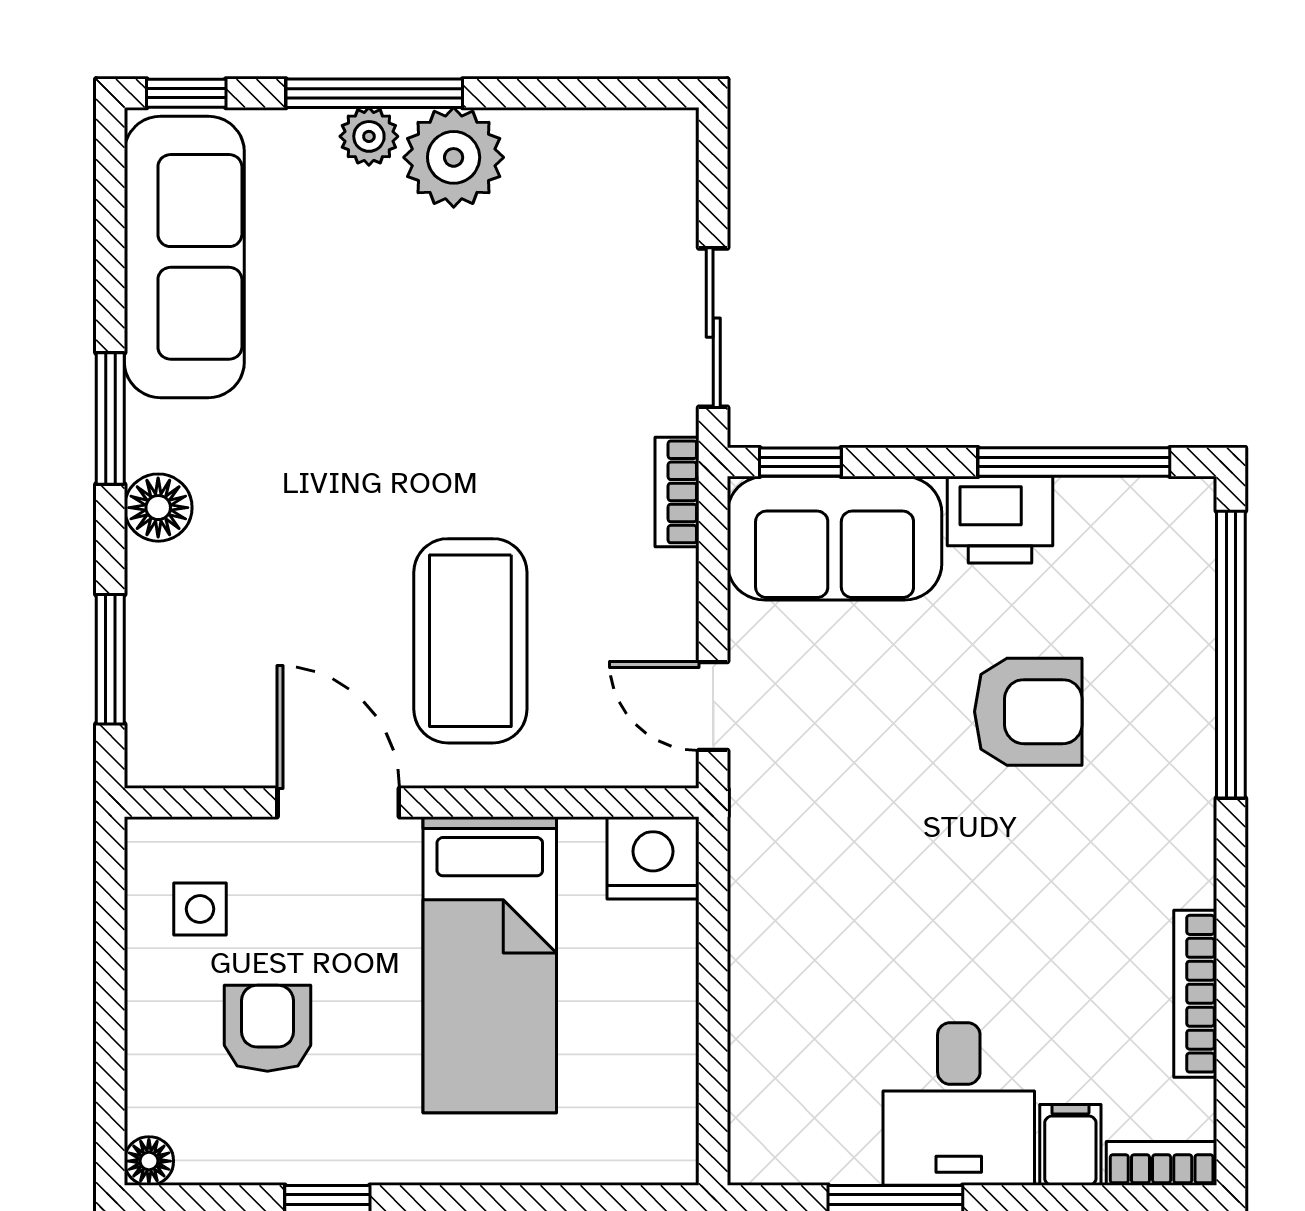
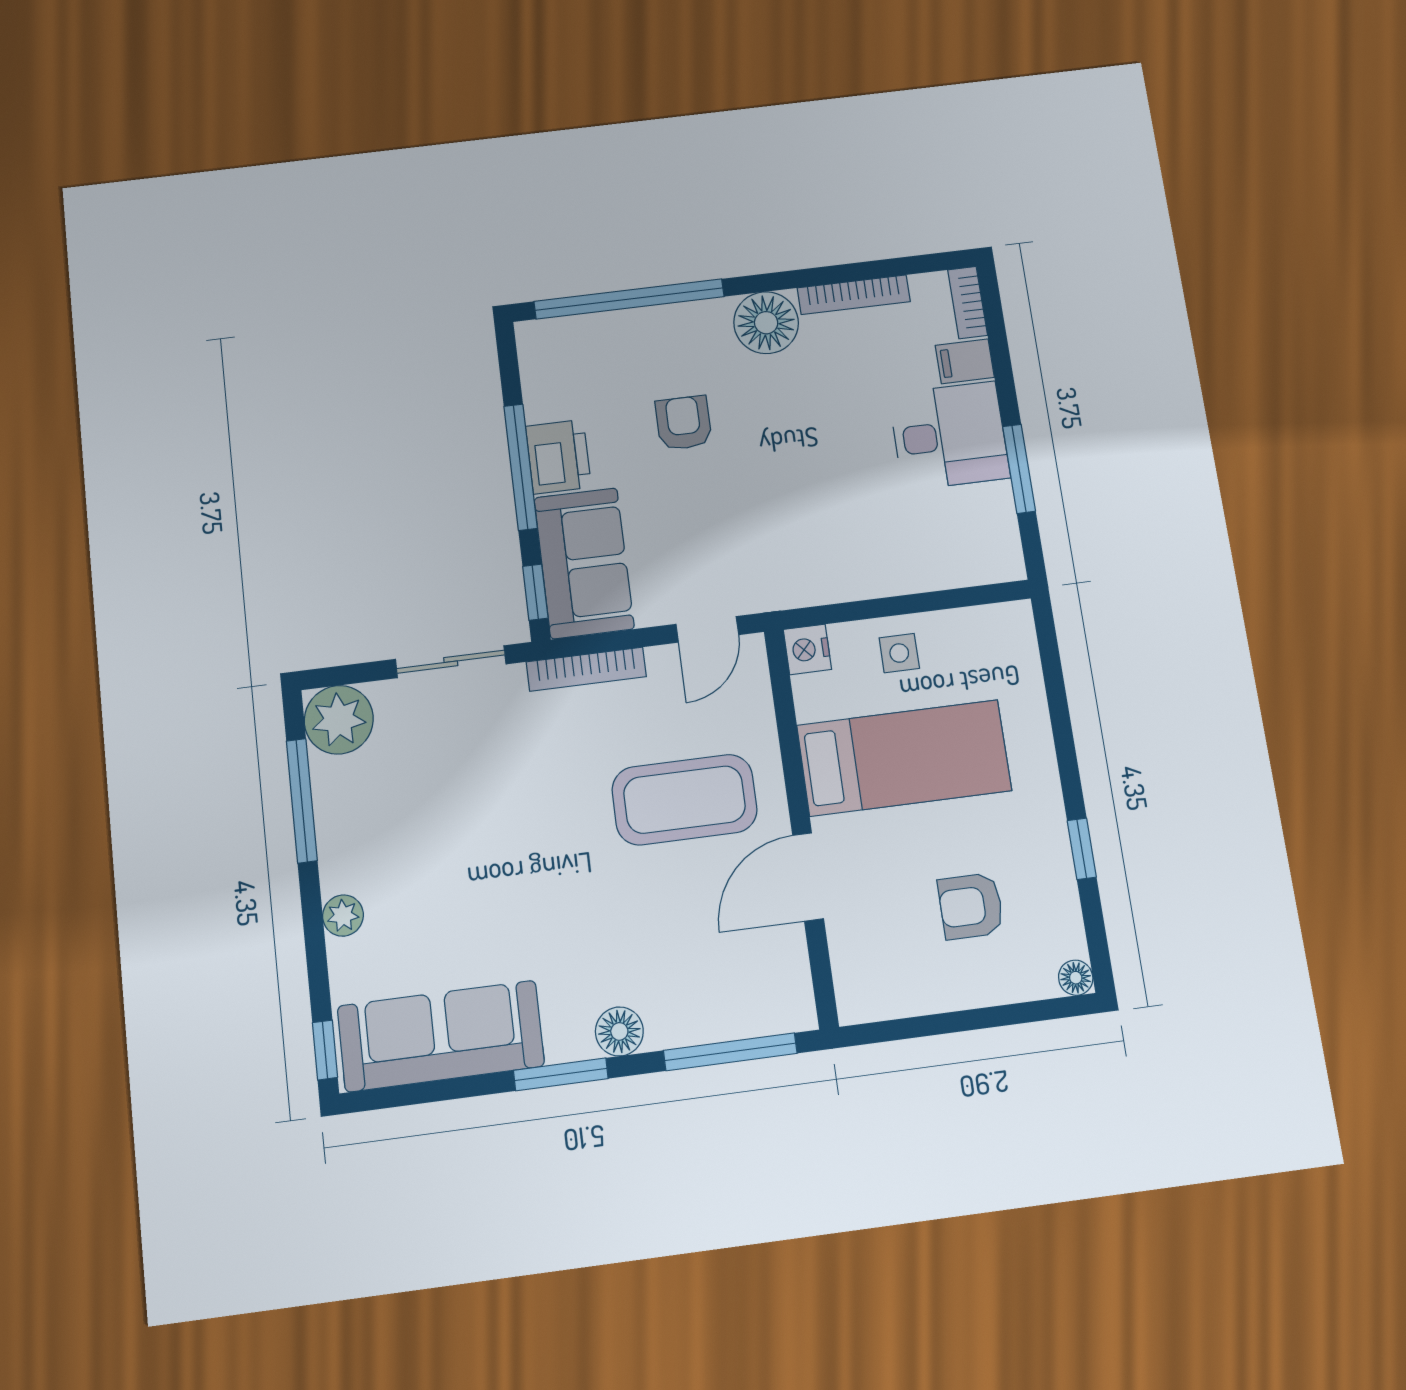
window: (374, 93) -> (302, 801), moved
plant: (454, 157) -> (339, 720), moved
window: (1074, 462) -> (521, 467), moved
bookcase: (677, 492) -> (586, 669), width x1.56
window: (110, 659) -> (730, 1052), width x1.44
armchair: (1028, 712) -> (684, 423), width x0.72, depth x0.72
floor lamp: (1168, 856) -> (766, 323), added
nightstand: (653, 858) -> (807, 649), width x0.74, depth x0.75
side table: (200, 909) -> (899, 653), moved

